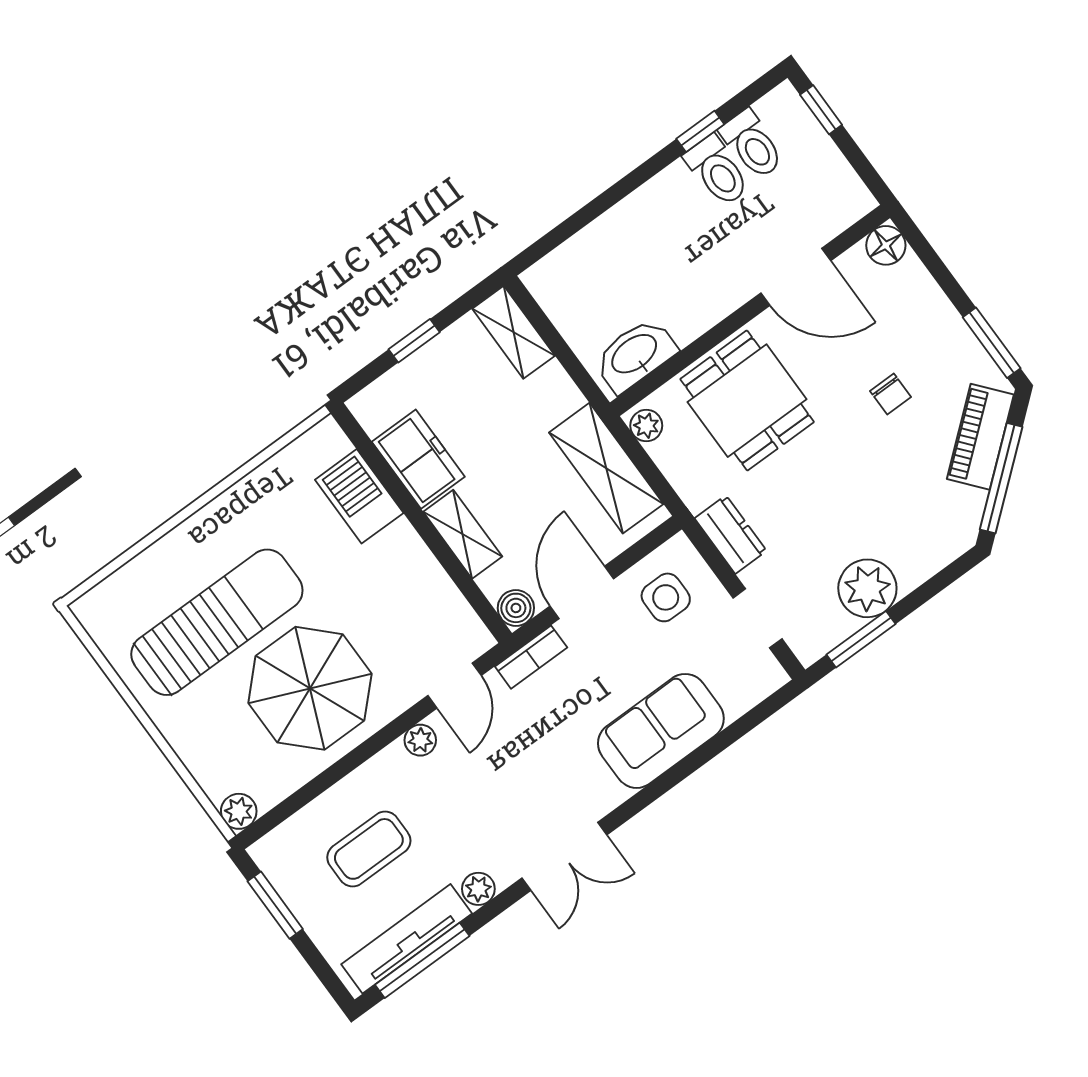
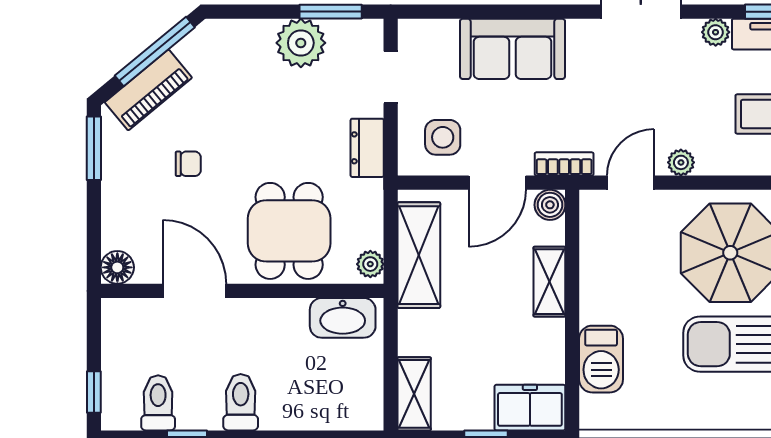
toilet: (717, 171) -> (241, 402), moved
chair: (891, 394) -> (188, 164), turned 90
freezer: (418, 459) -> (530, 408), moved, turned 90

